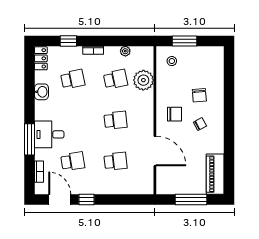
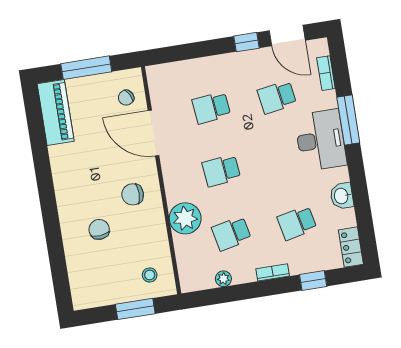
plant: (143, 80) -> (185, 218), moved
chair: (200, 124) -> (126, 98), moved
desk: (49, 134) -> (321, 140), width x1.37

